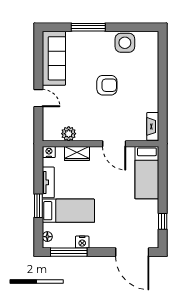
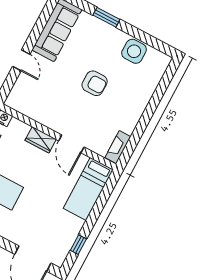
window: (88, 27) -> (106, 17), width x0.69
plant: (69, 134) -> (32, 111), removed
wardrobe: (77, 154) -> (41, 140), moved

